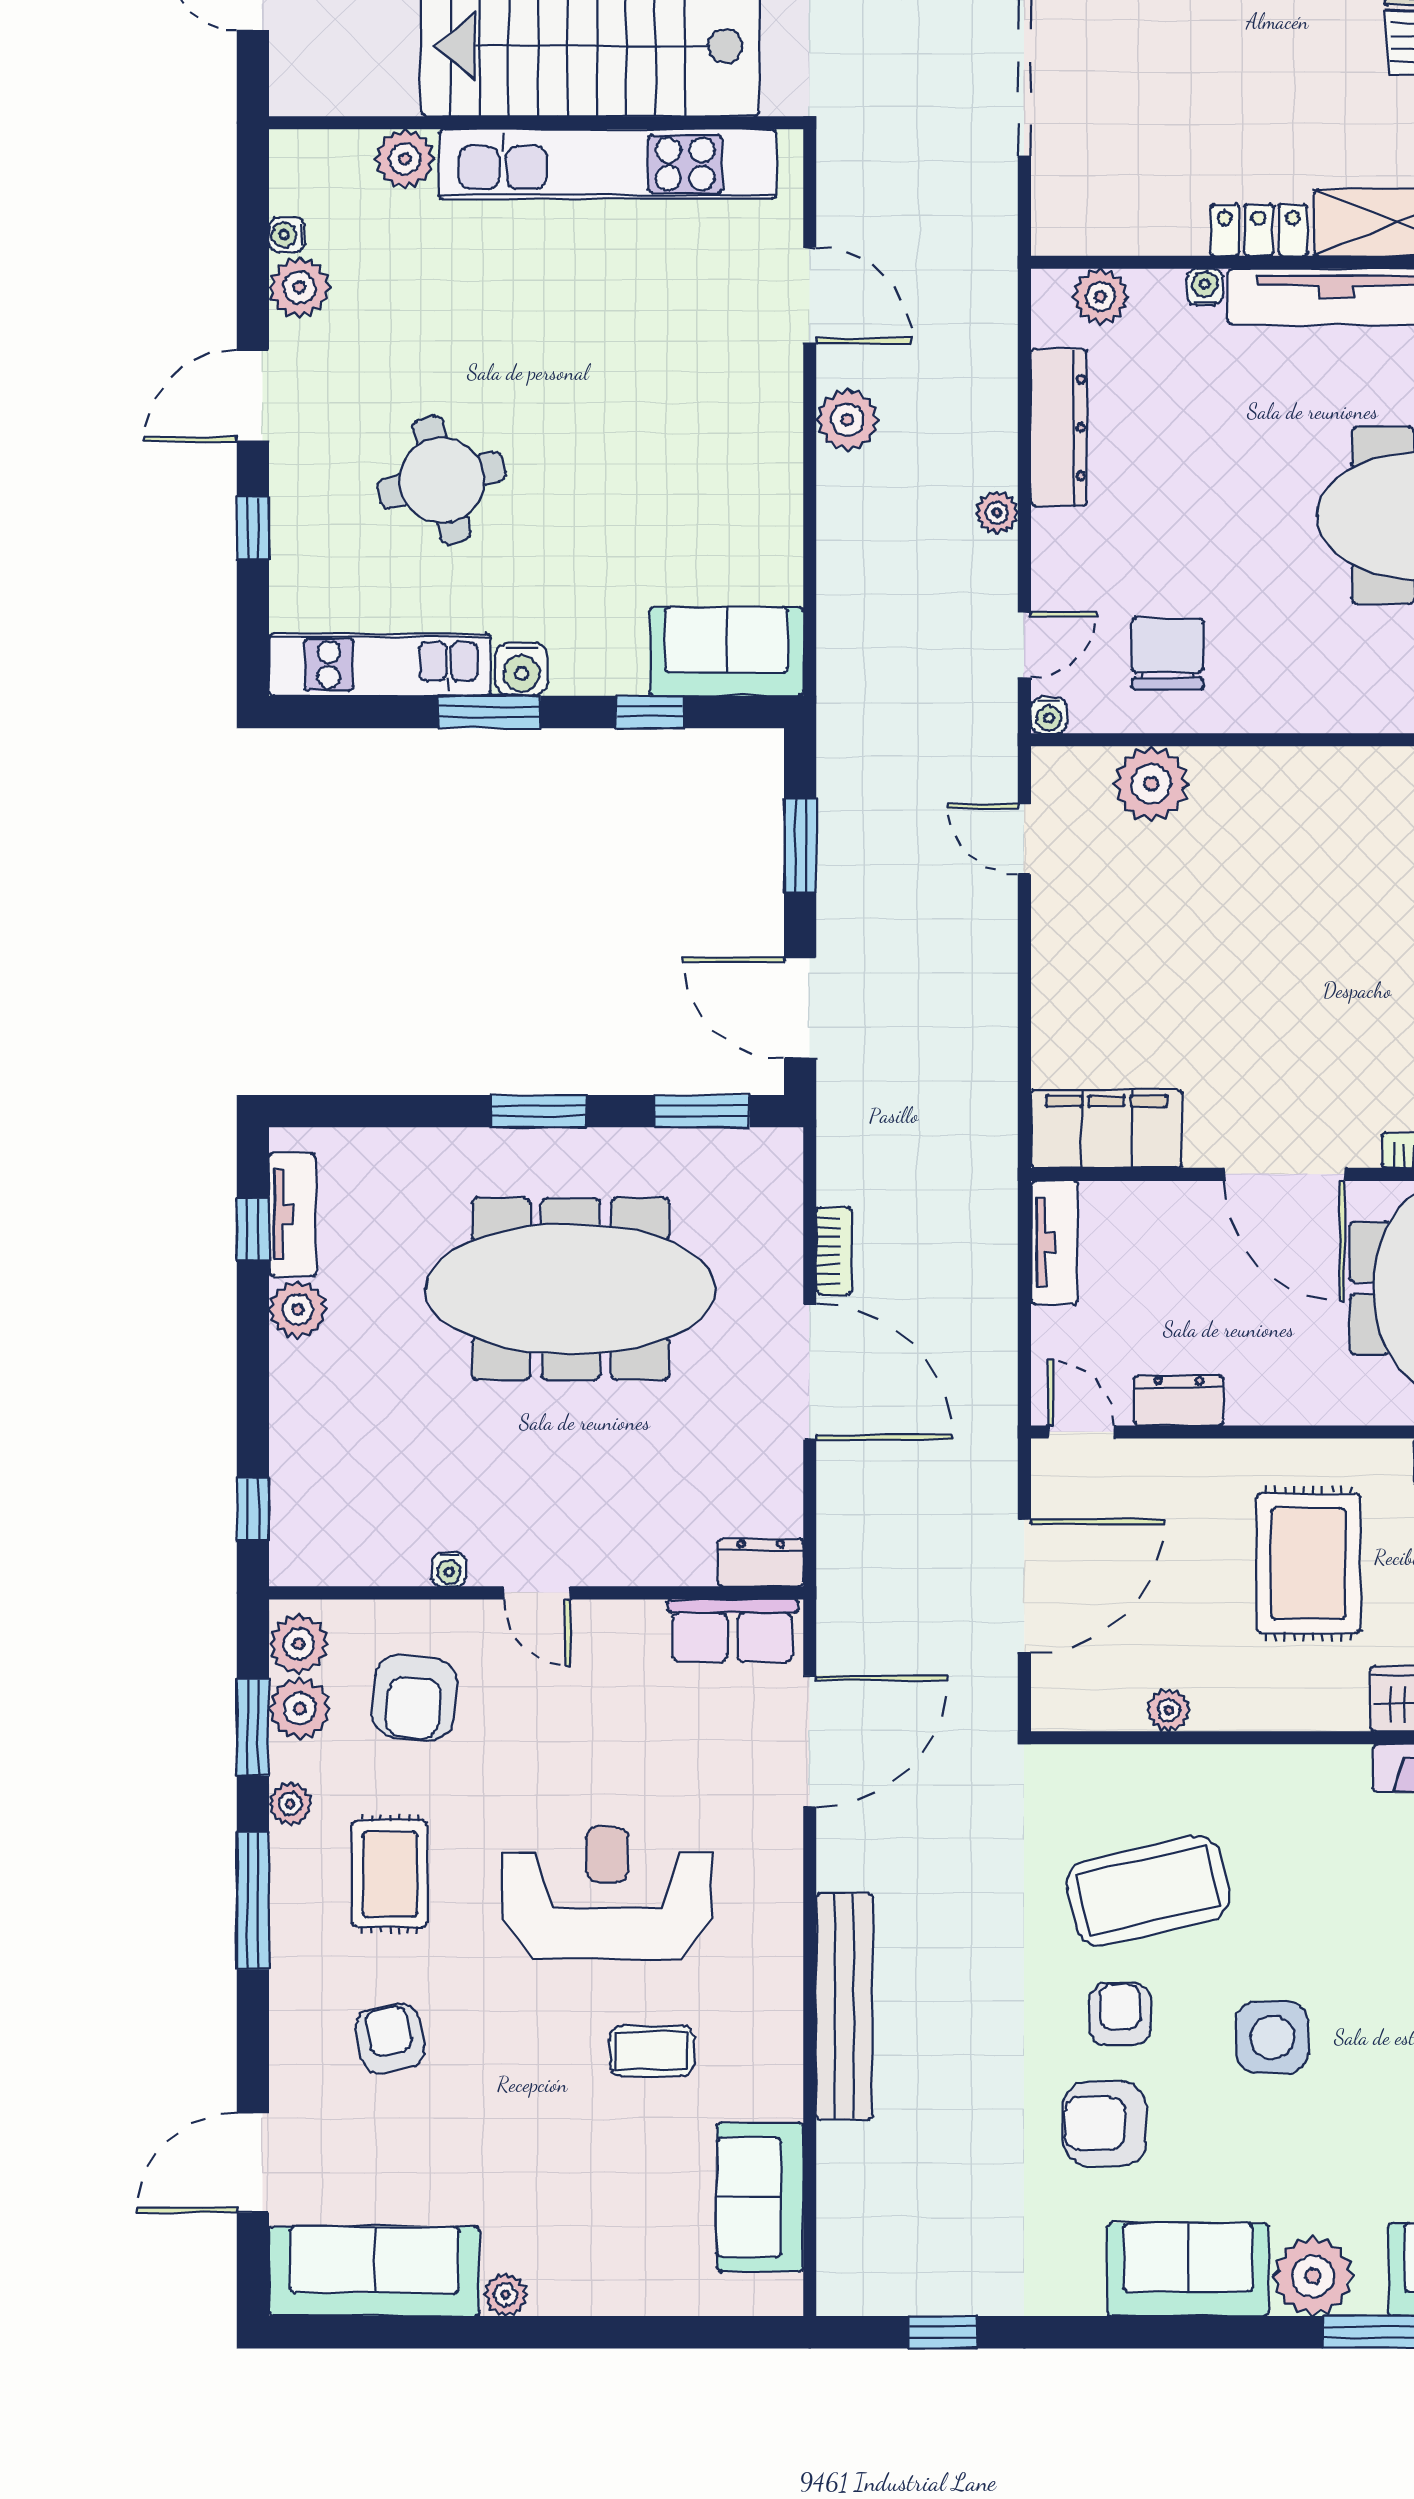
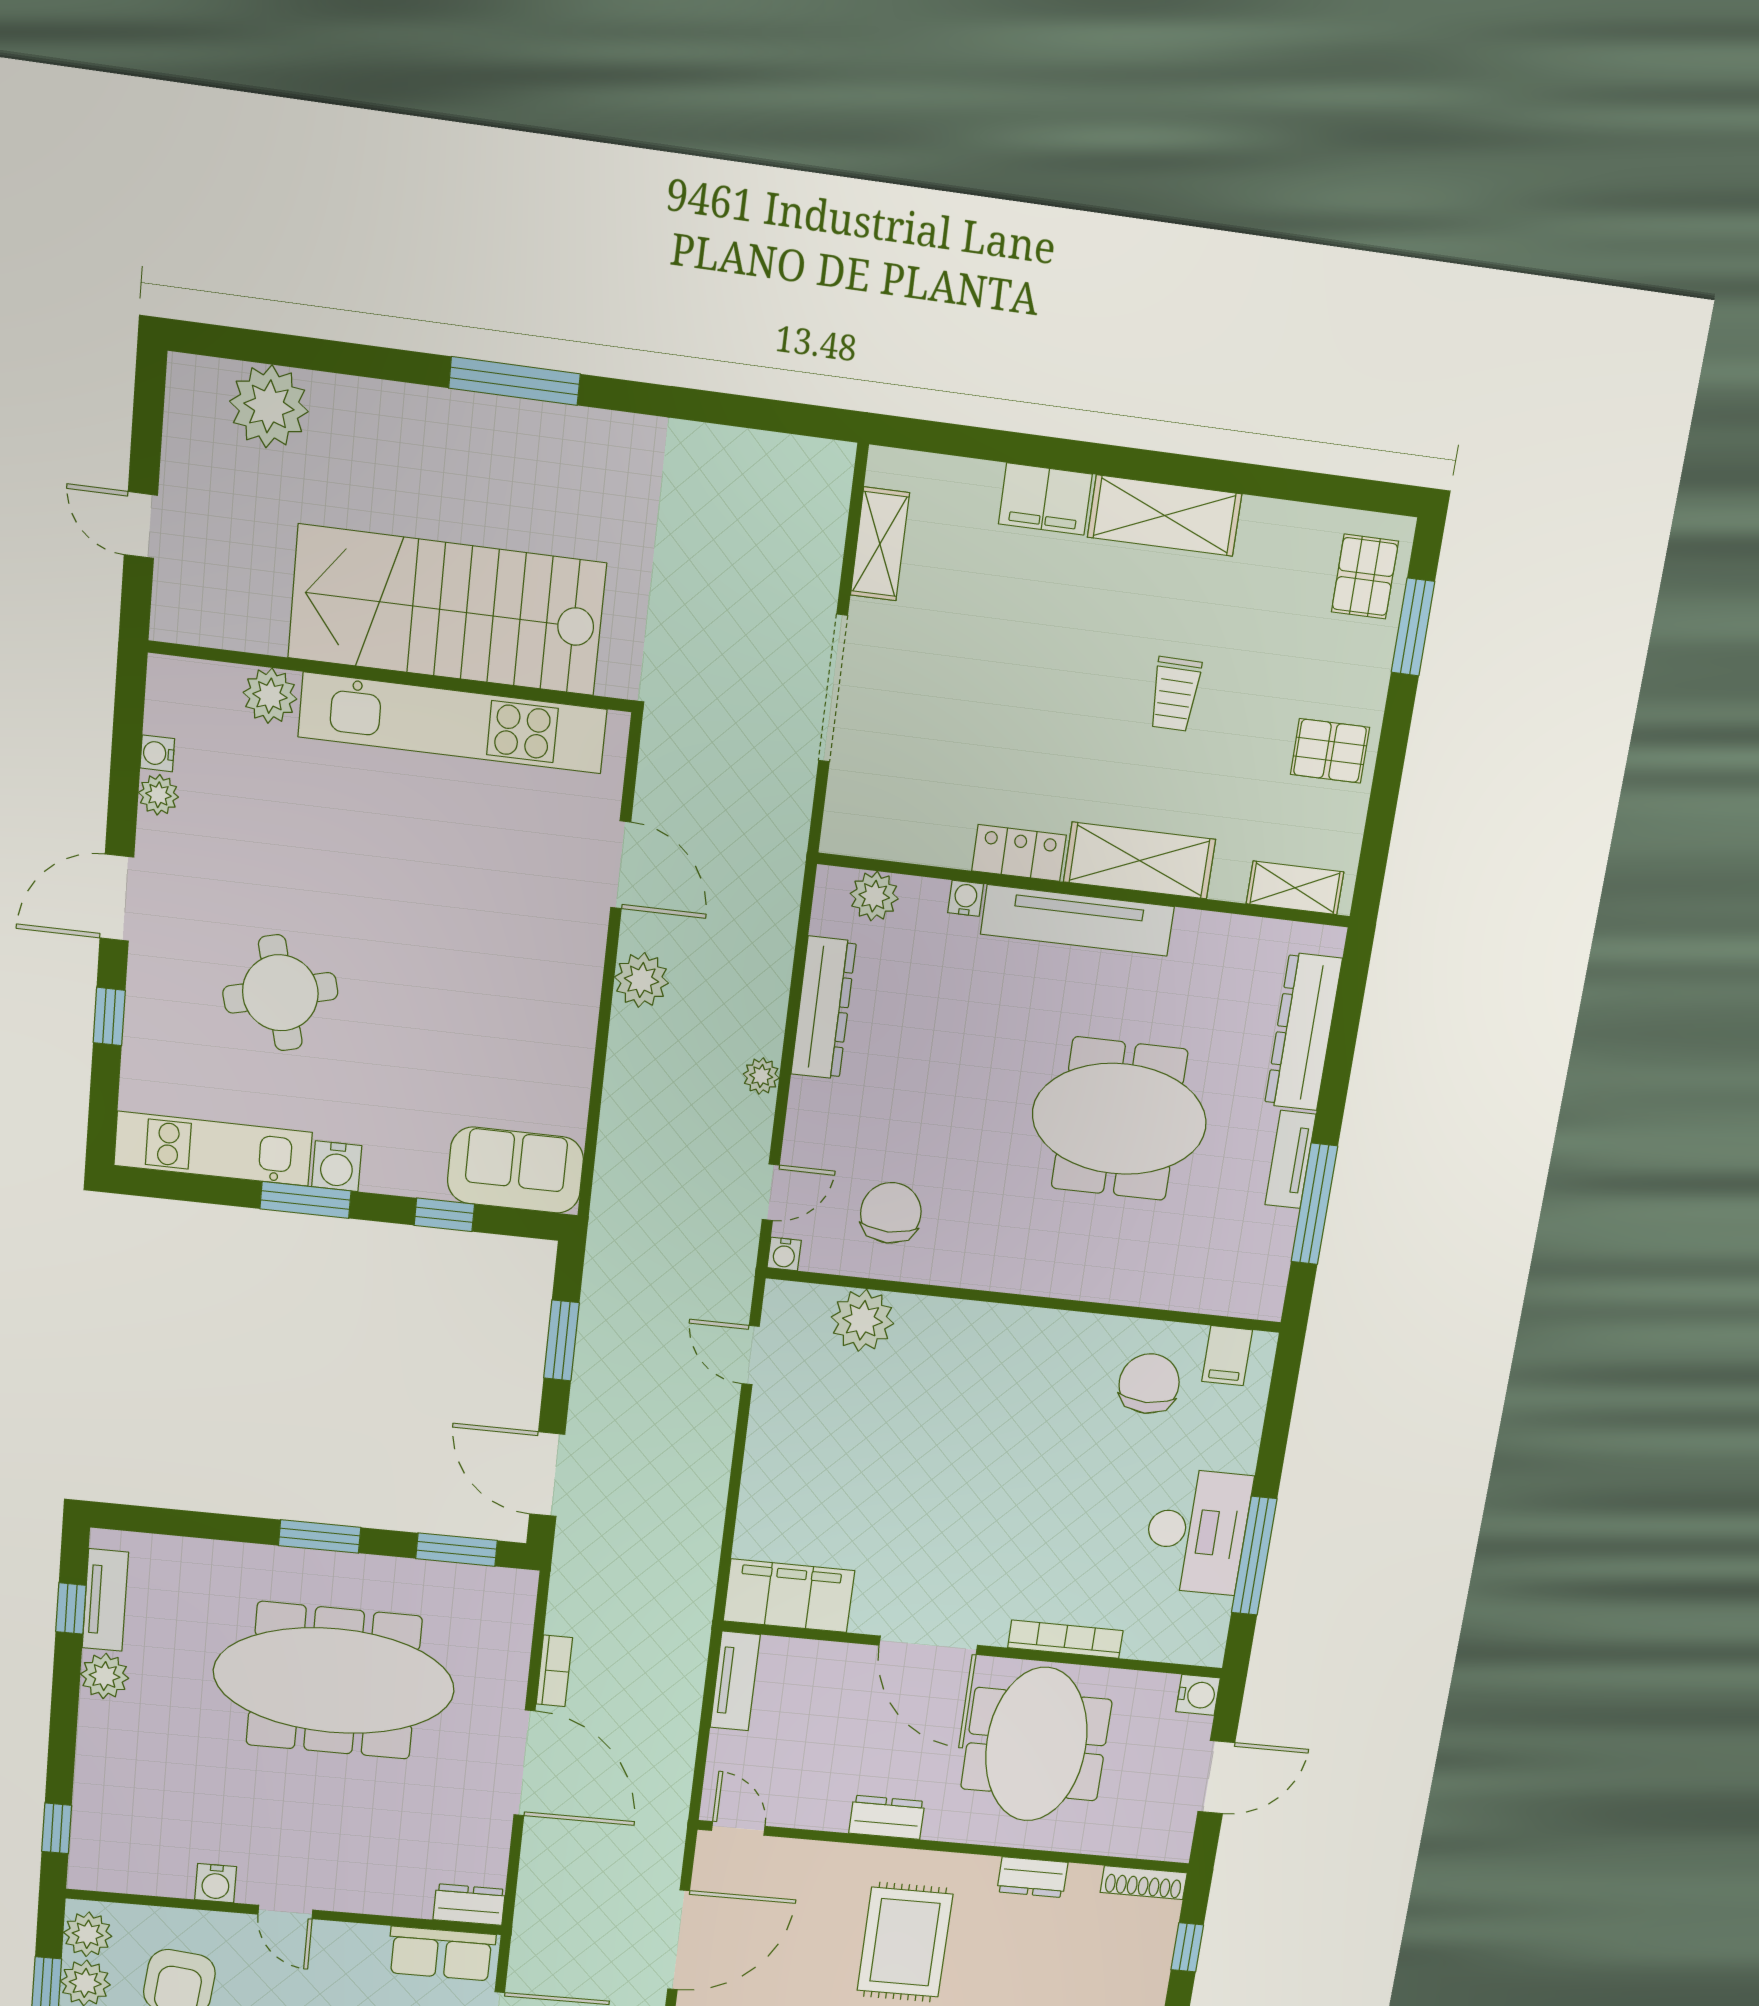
plant: (299, 287) -> (158, 795), width x0.73, depth x0.73
dresser: (1179, 1400) -> (887, 1817), moved
water cooler: (449, 1569) -> (216, 1883), width x1.38, depth x1.38

